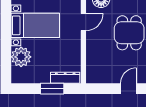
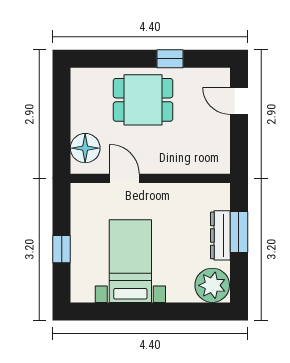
plant: (21, 57) -> (212, 285), moved
dresser: (65, 78) -> (220, 235), moved

